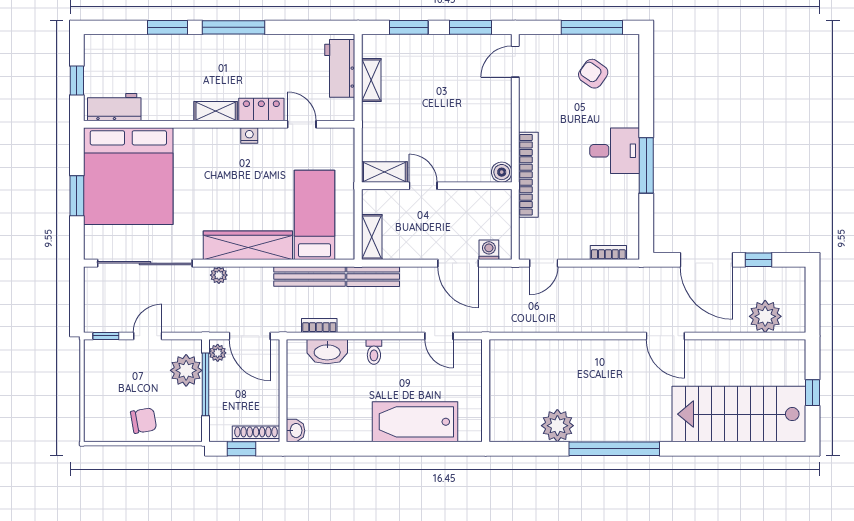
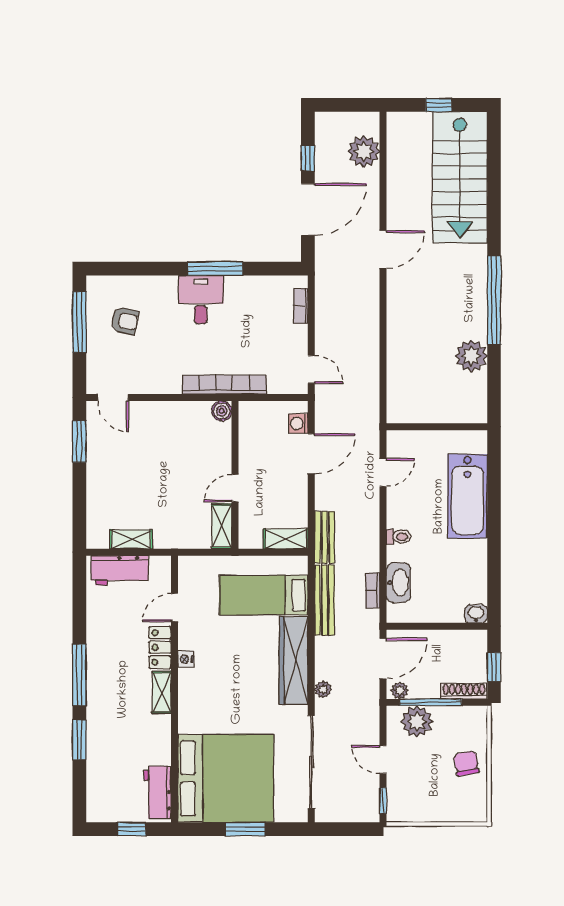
window: (409, 27) -> (79, 502), removed
armchair: (593, 74) -> (125, 321), turned -113
shoe rack: (256, 434) -> (464, 691), moved, turned 90

